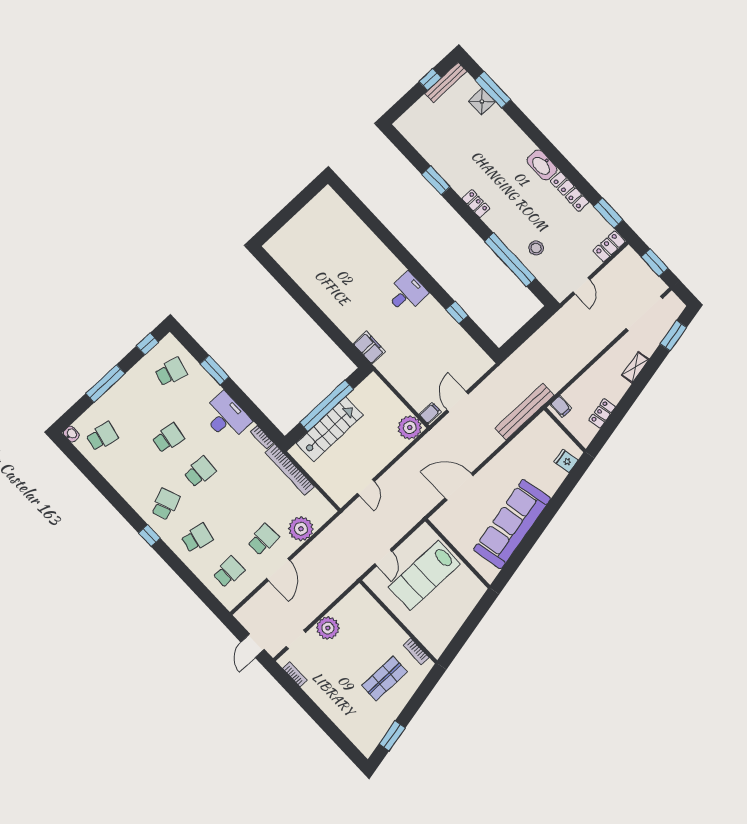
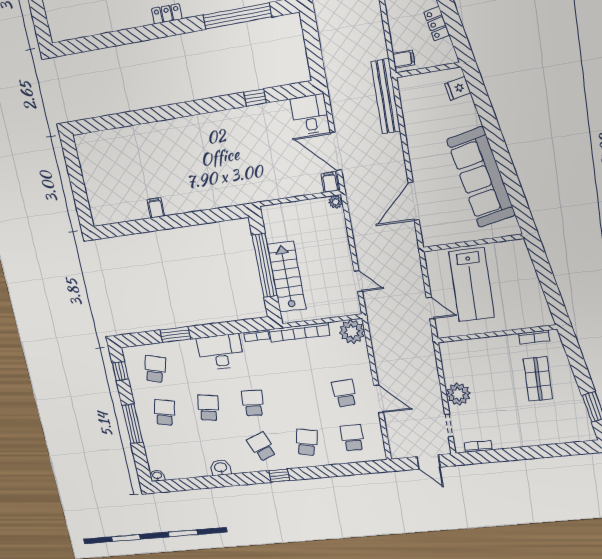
window: (436, 180) -> (125, 37), removed
desk: (407, 293) -> (310, 114), moved
filing cabinet: (369, 348) -> (156, 208), moved, width x0.50
door: (457, 402) -> (336, 151), width x1.36
plant: (410, 428) -> (336, 202), width x0.53, depth x0.53
school desk: (102, 437) -> (165, 412), moved
washbasin: (120, 483) -> (221, 468), added
plant: (301, 529) -> (352, 332), moved

